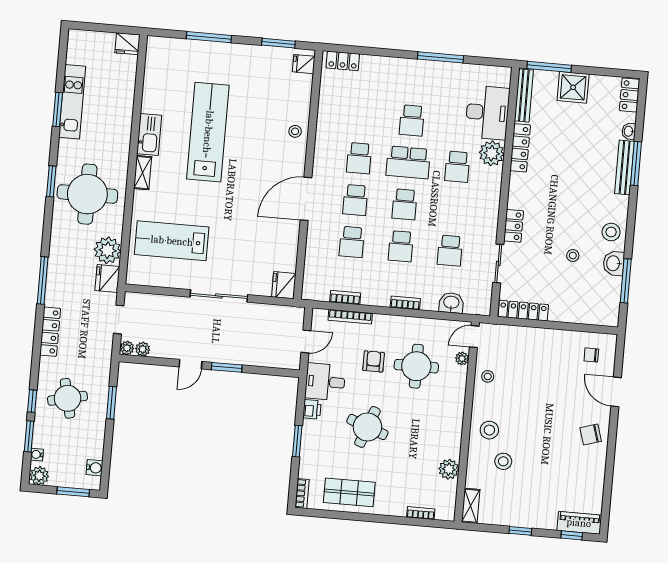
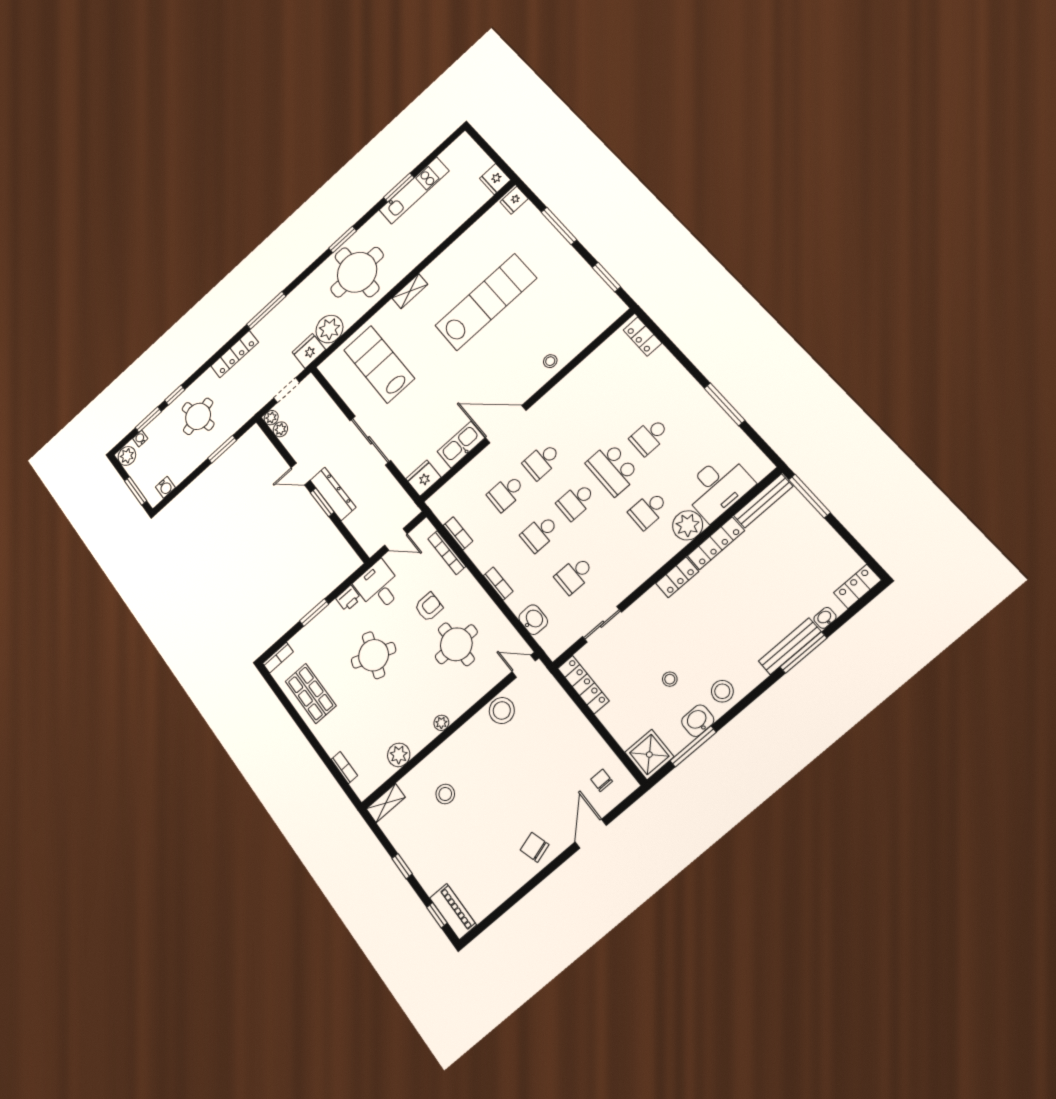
fridge: (304, 64) -> (514, 200), moved, turned -90
shower: (573, 87) -> (649, 755), moved
kitchen sink: (149, 135) -> (461, 445), moved, turned 180
school desk: (359, 158) -> (578, 429), removed
locker: (514, 226) -> (677, 577), moved
dresser: (229, 355) -> (333, 494), added
plant: (462, 359) -> (441, 723), moved
stool: (488, 376) -> (502, 710), width x1.89, depth x1.89
stool: (489, 430) -> (460, 756), removed

